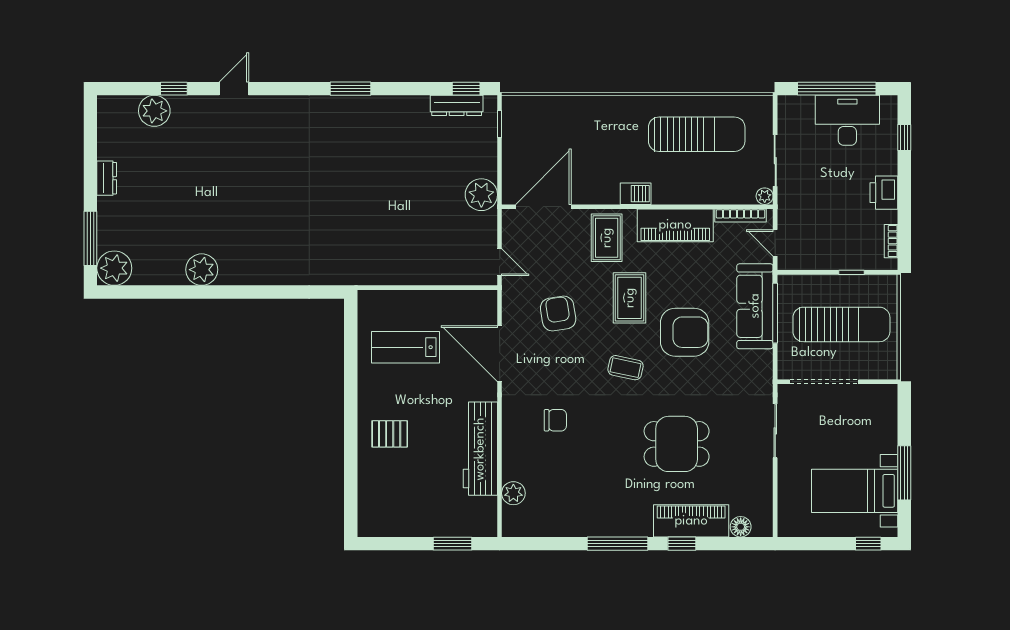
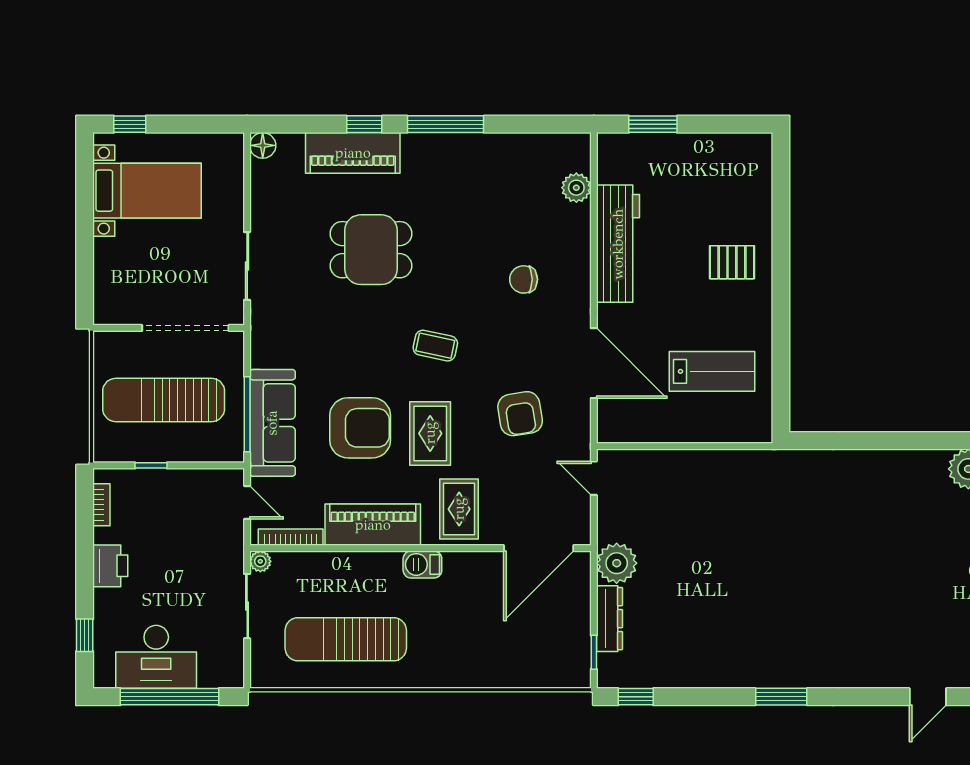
dresser: (457, 105) -> (609, 619), moved, turned 90
armchair: (685, 332) -> (360, 428), moved, turned 180
window: (904, 473) -> (85, 213), removed
floor lamp: (741, 527) -> (263, 145), moved

